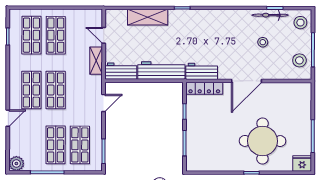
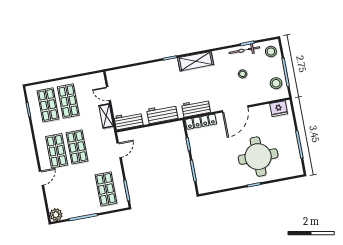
shelving: (148, 17) -> (196, 61), moved
workbench: (161, 71) -> (162, 114), width x0.73
shop shelf: (56, 145) -> (86, 193), removed
fridge: (302, 164) -> (279, 109), moved, turned 180

